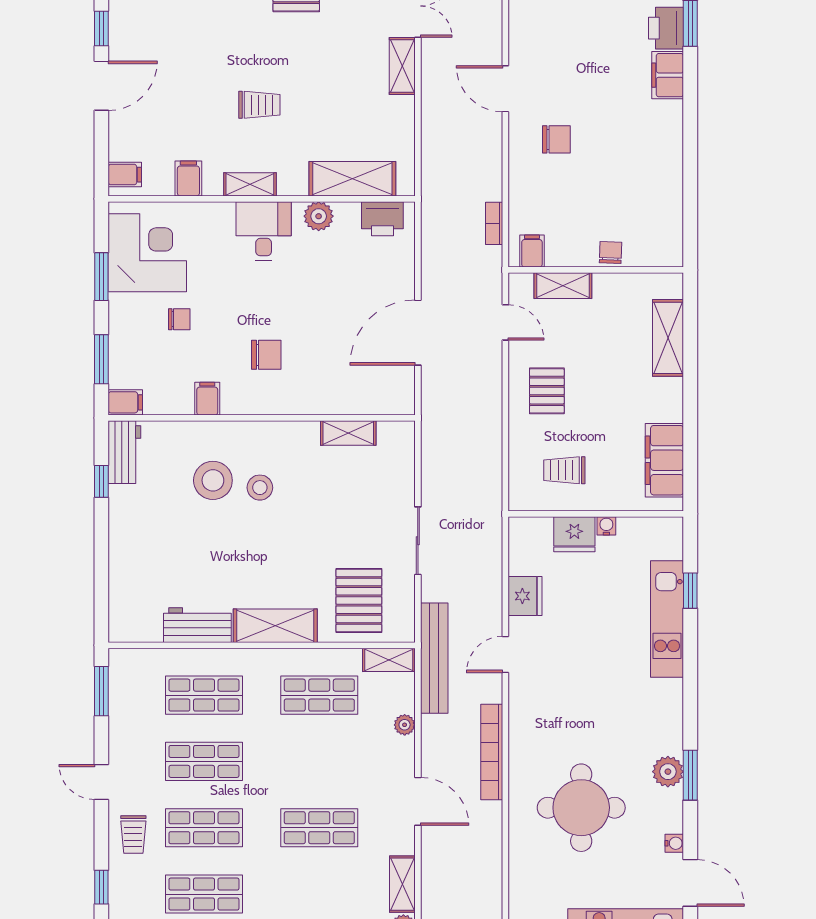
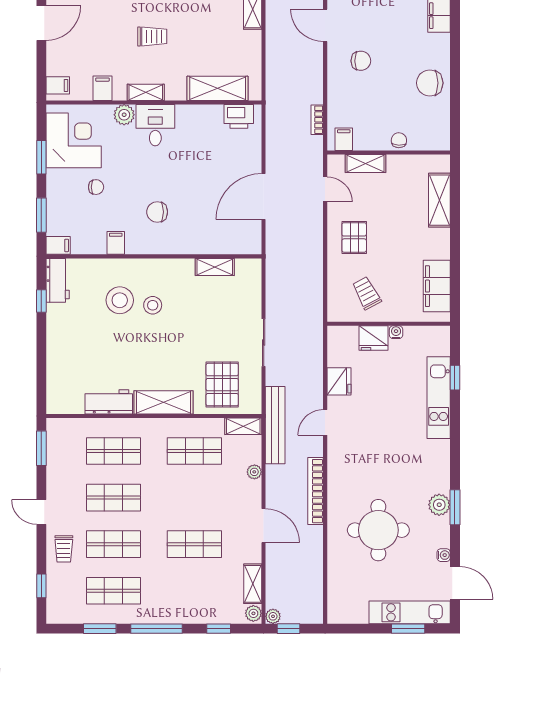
chair: (654, 171) -> (430, 83), added
plant: (319, 216) -> (124, 115), moved
chair: (266, 355) -> (157, 212), turned 180
trolley: (564, 470) -> (367, 293), turned 62

